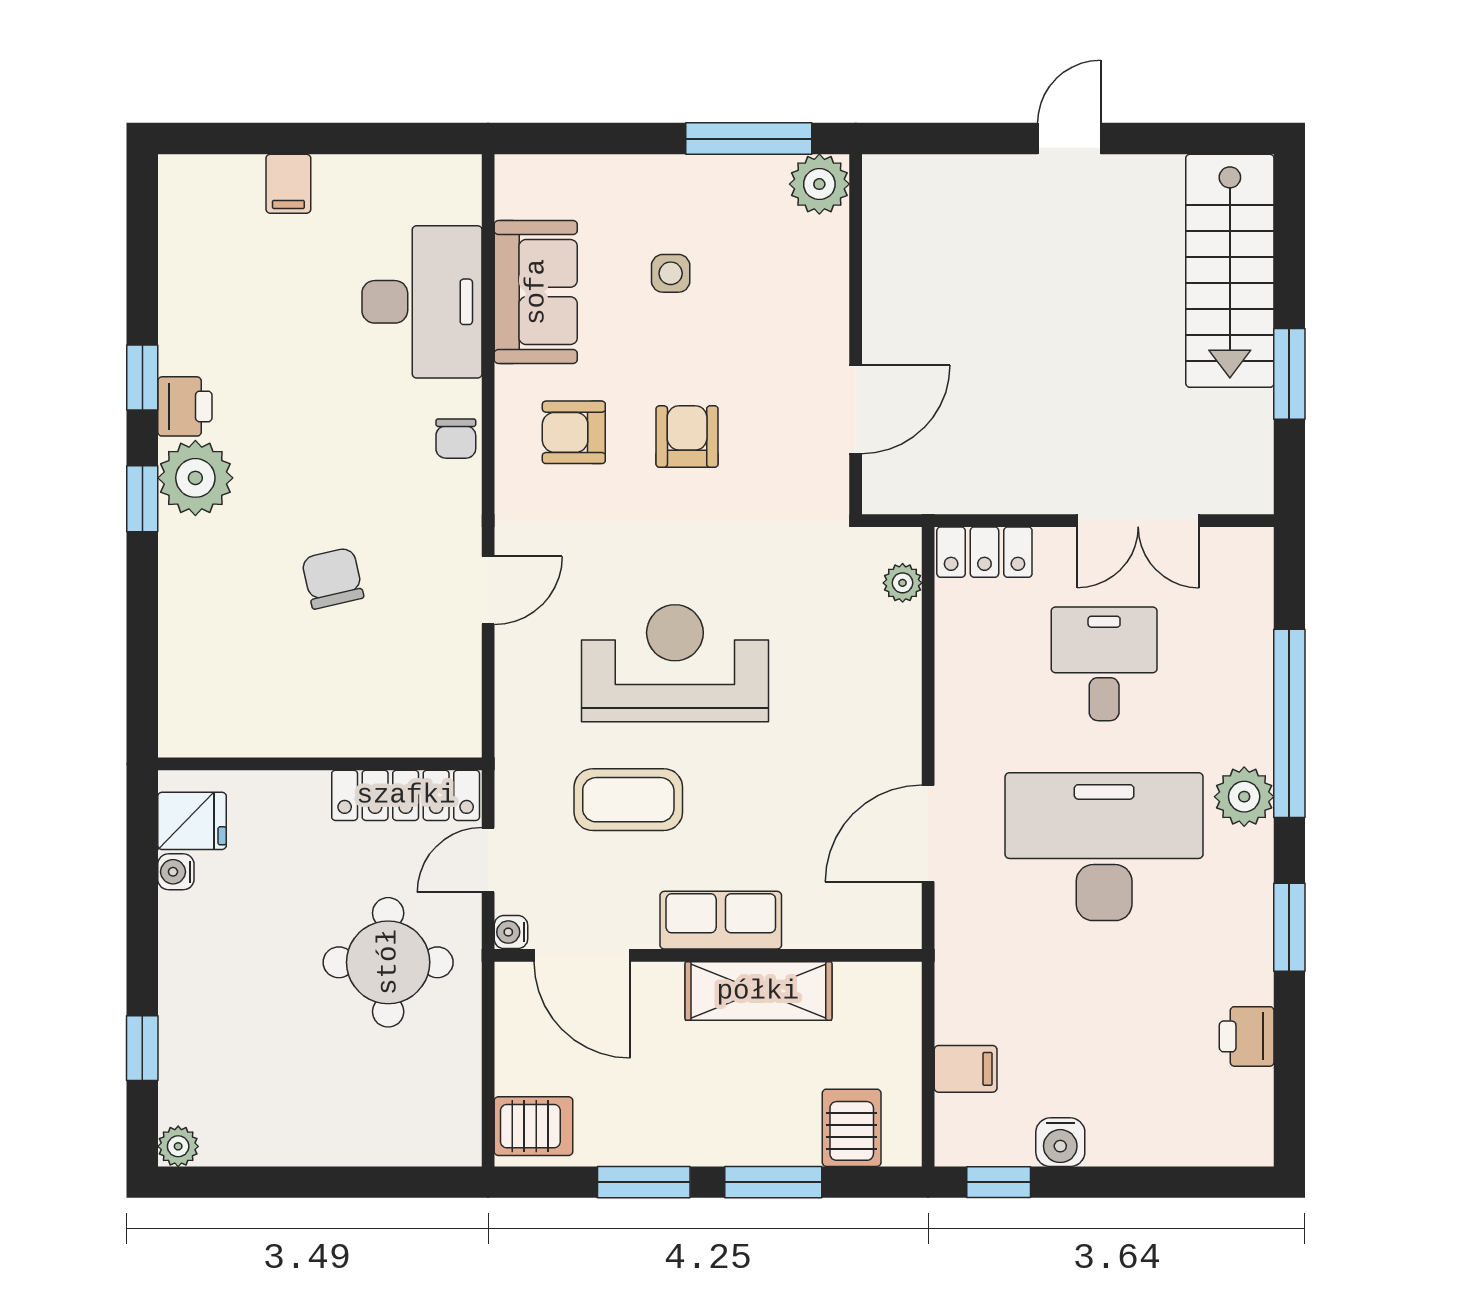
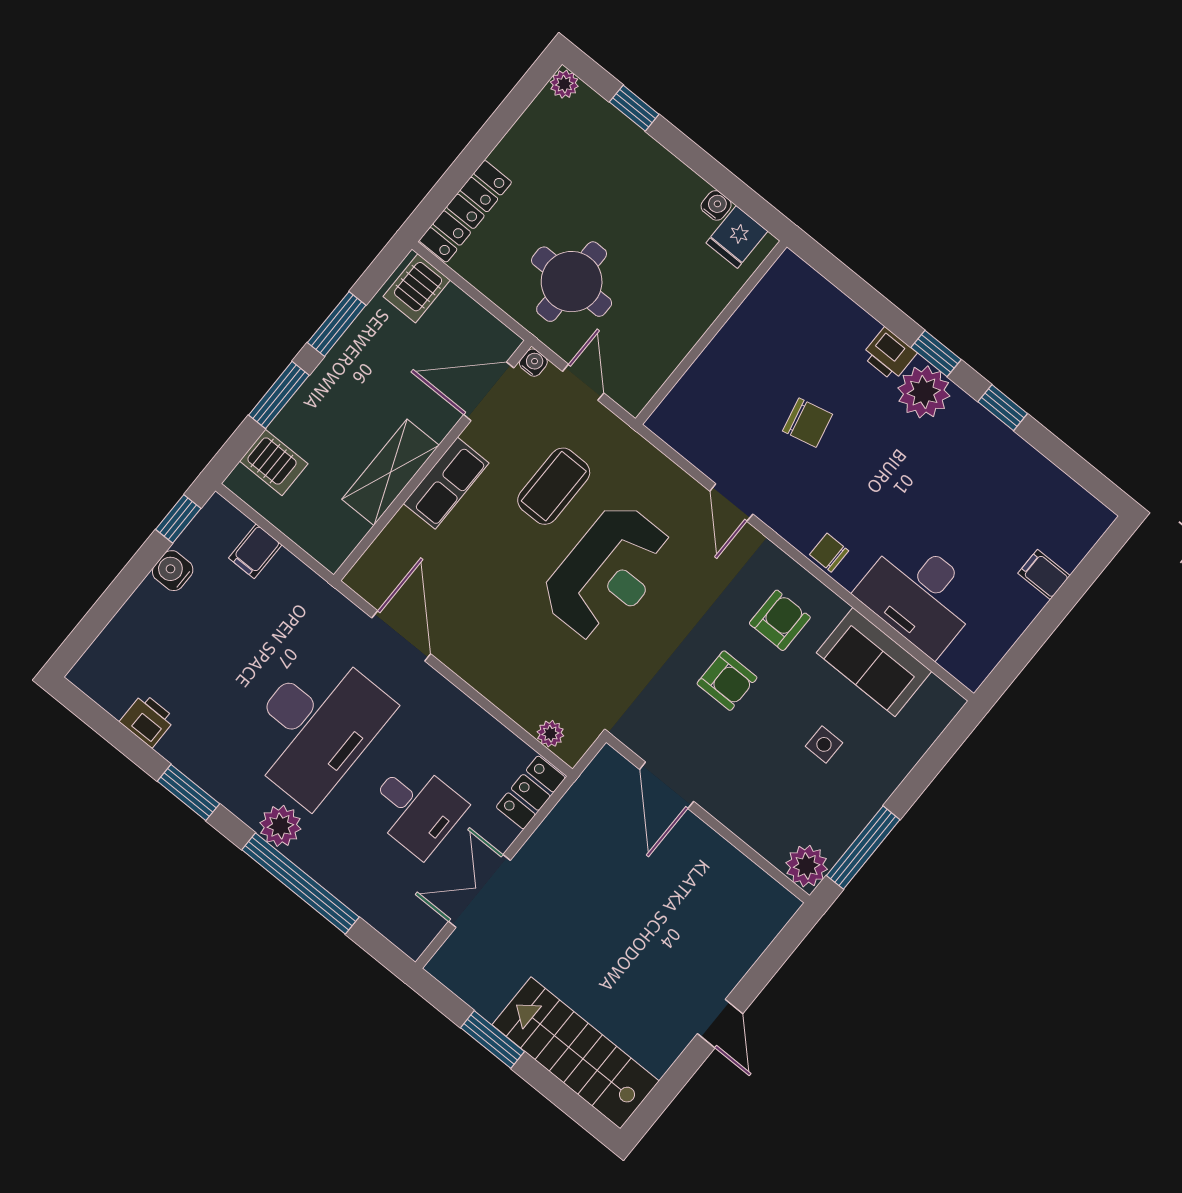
printer: (185, 406) -> (889, 354), moved
locker: (406, 795) -> (465, 211), moved, turned 180

